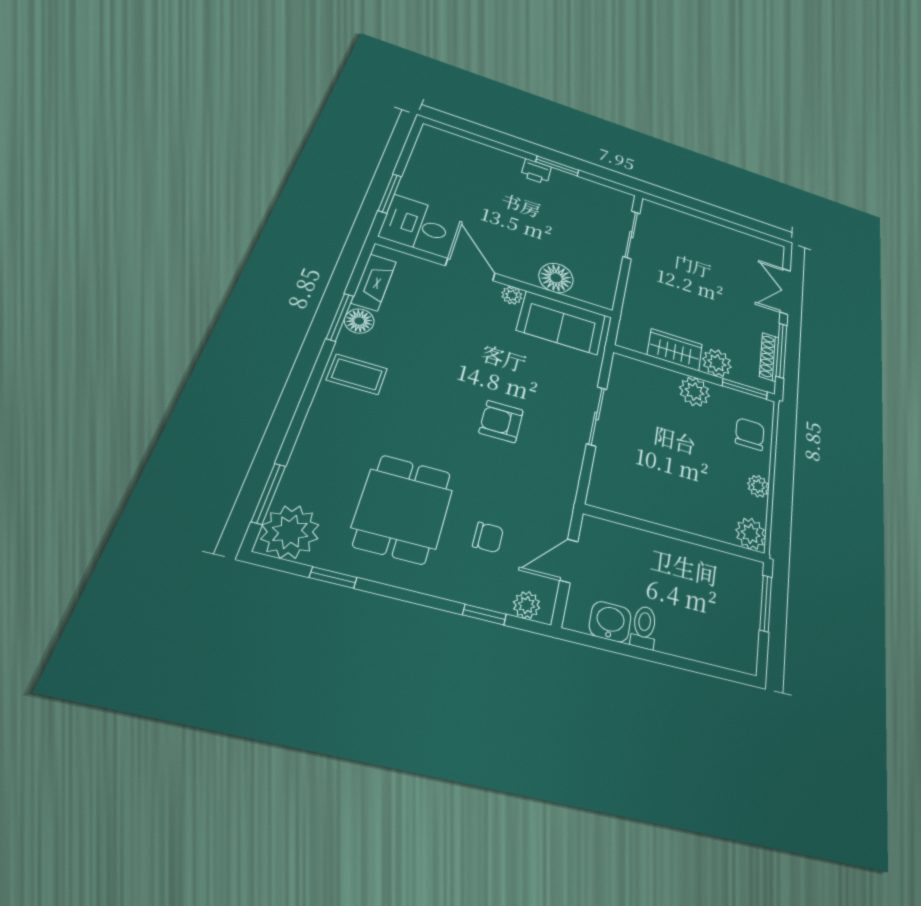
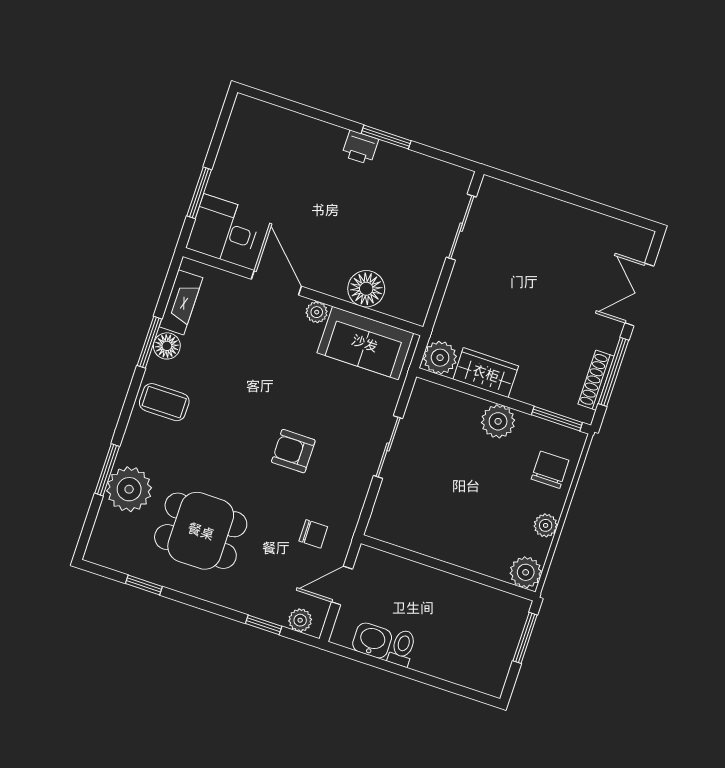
plant: (717, 363) -> (440, 358), moved
window: (269, 494) -> (107, 470), moved
dining table: (403, 509) -> (201, 531), turned 90
plant: (290, 532) -> (129, 489), moved
chair: (488, 537) -> (313, 534), moved

